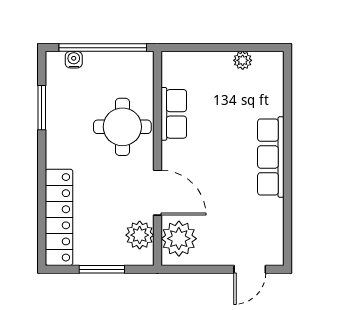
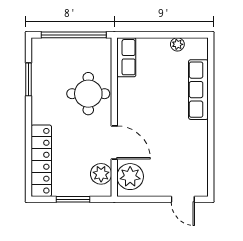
water cooler: (74, 60) -> (52, 44), removed
row of seats: (174, 114) -> (126, 57), moved
row of seats: (271, 157) -> (198, 90), moved
door: (250, 269) -> (183, 199), hinge flipped

